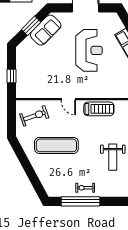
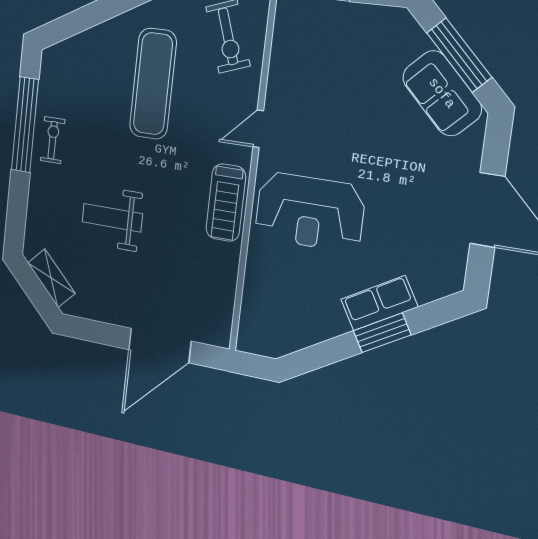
window: (31, 26) -> (459, 55), width x1.44
reception desk: (89, 50) -> (310, 212), moved

